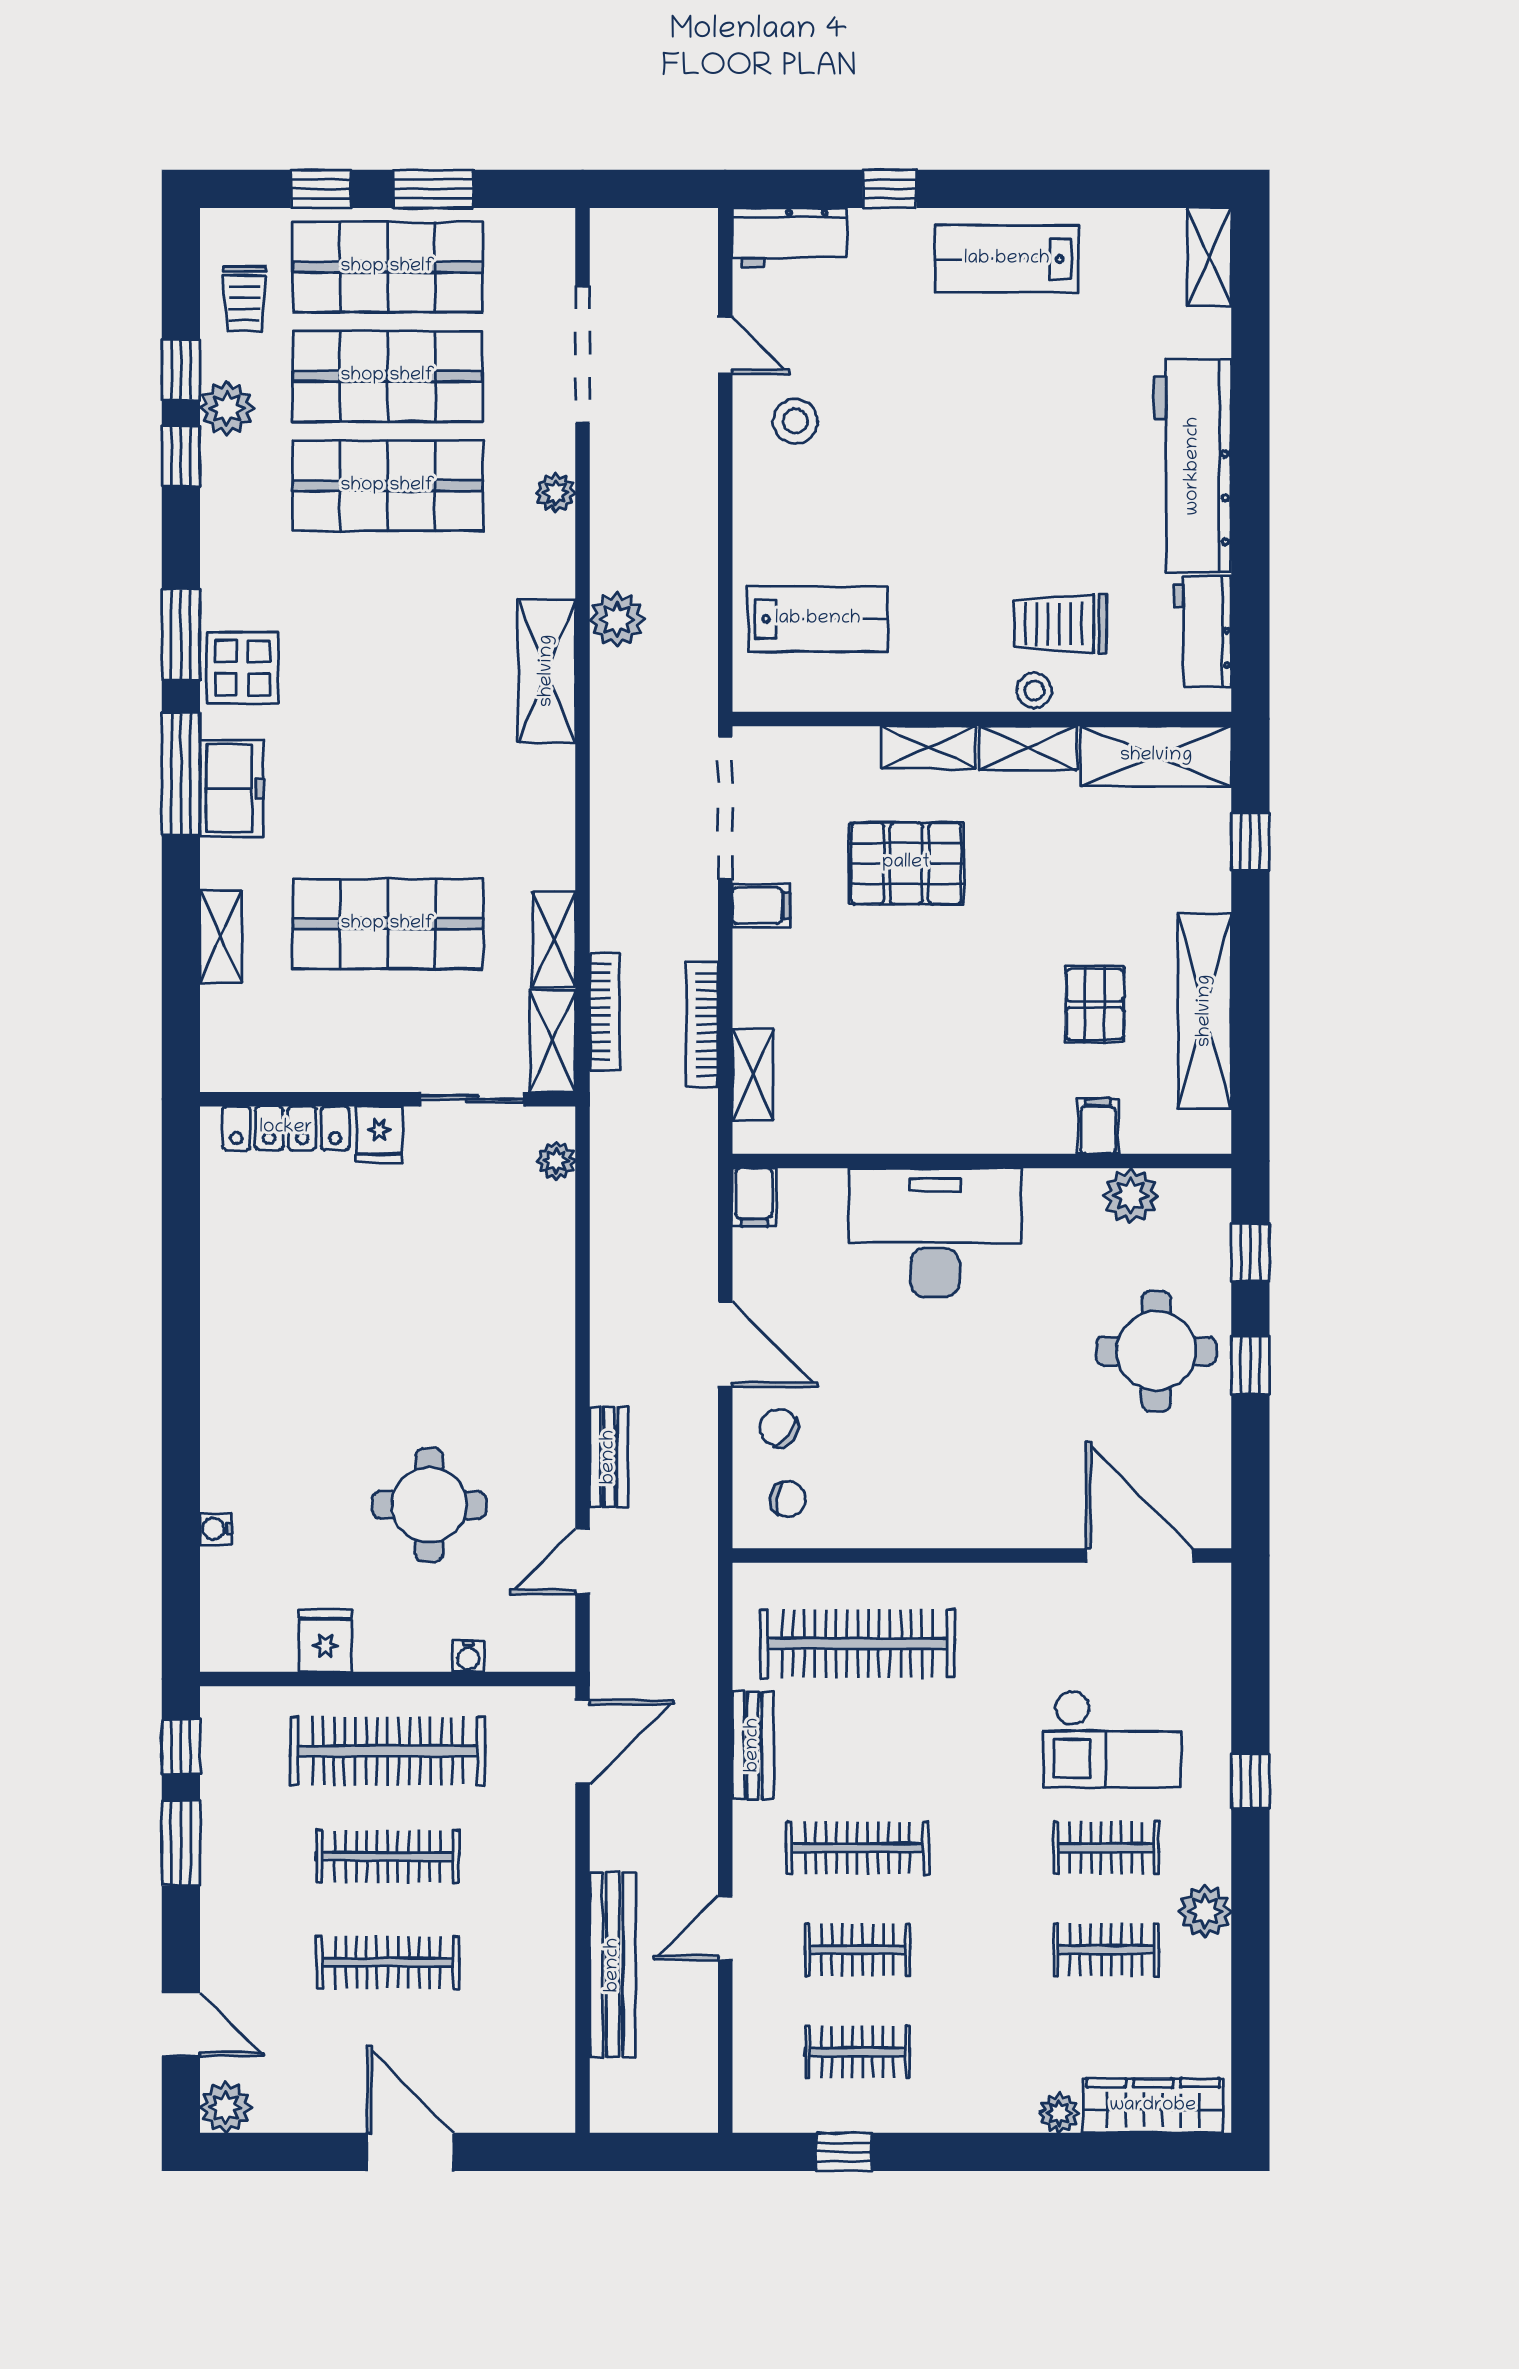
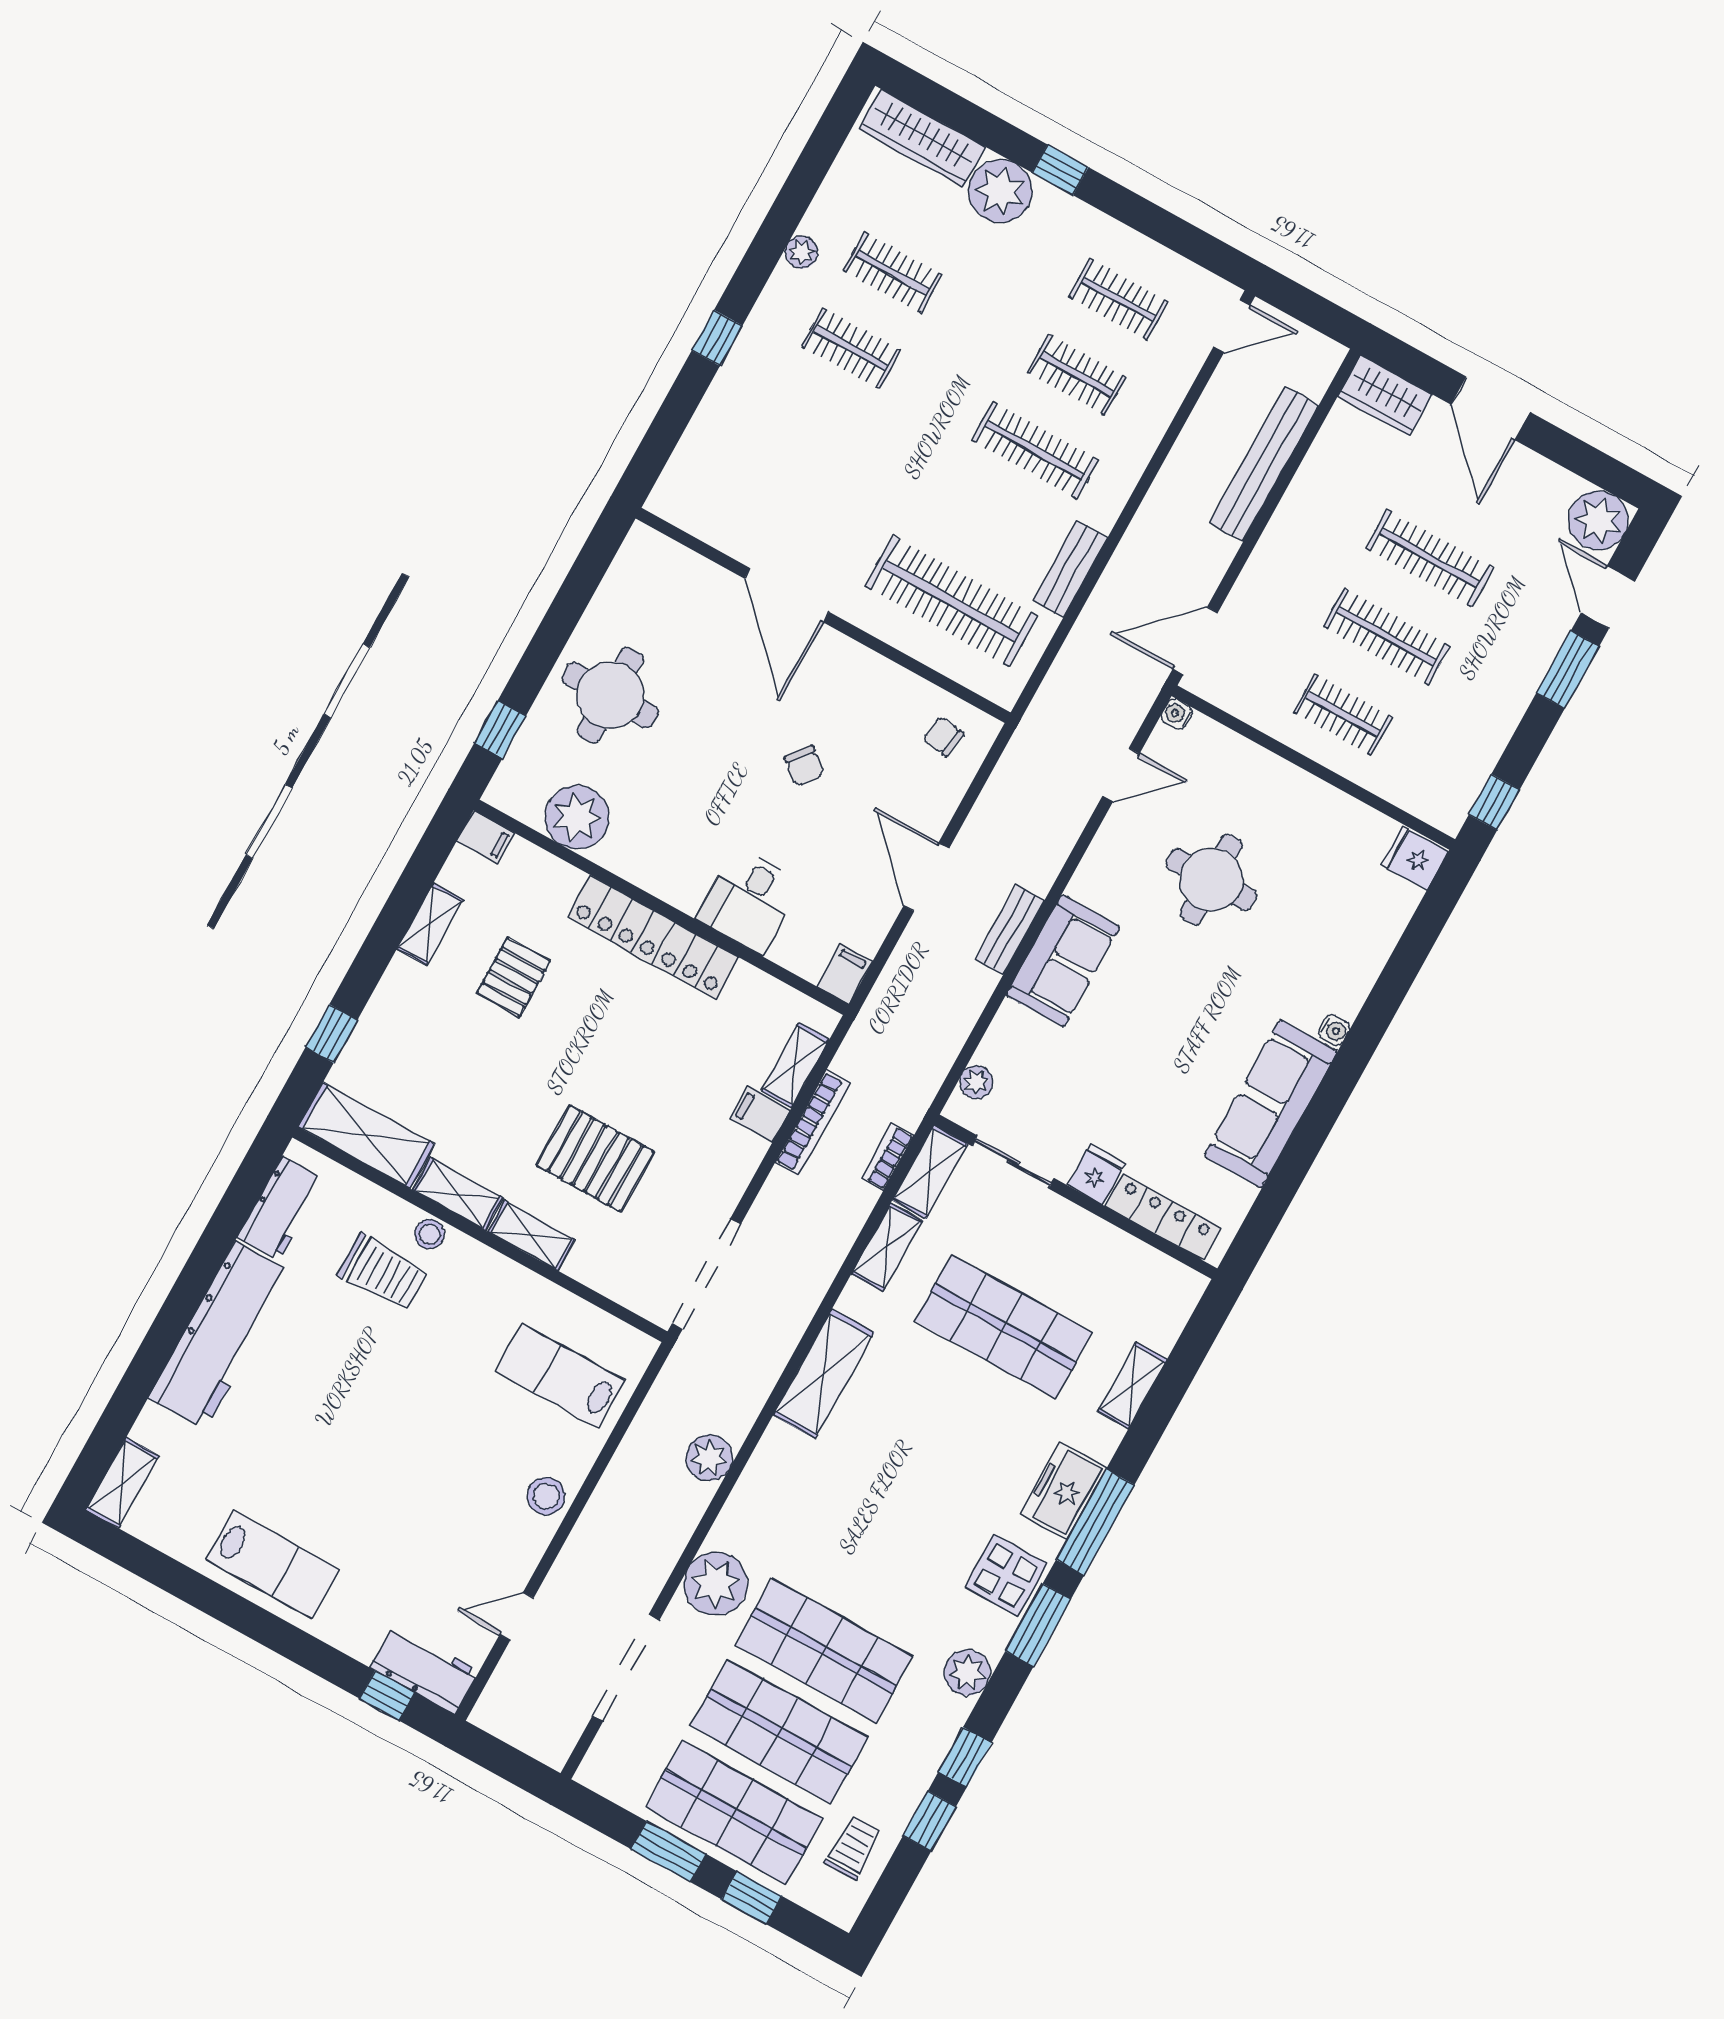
window: (890, 189) -> (387, 1696), moved
door: (725, 345) -> (517, 1616), hinge flipped
plant: (227, 408) -> (967, 1673), moved
stool: (795, 421) -> (546, 1496), moved
plant: (556, 493) -> (715, 1584), width x1.88, depth x1.88
shelving: (547, 671) -> (824, 1374), moved
filing cabinet: (761, 906) -> (760, 1114), moved
shelving: (1205, 1011) -> (430, 924), width x0.45, depth x0.75
bookcase: (605, 1012) -> (888, 1157), width x0.64
locker: (973, 1125) -> (653, 937), added
filing cabinet: (1098, 1126) -> (486, 837), moved, turned -90
plant: (1131, 1196) -> (577, 817), width x1.36, depth x1.36
desk: (935, 1233) -> (749, 901), width x0.53, depth x0.77
sofa: (239, 1307) -> (1271, 1104), added
sofa: (536, 1336) -> (1063, 961), added
window: (1250, 1365) -> (546, 646), removed
chair: (779, 1428) -> (804, 766), moved
bench: (609, 1457) -> (1010, 930), moved
water cooler: (216, 1529) -> (1334, 1030), moved
door: (1140, 1555) -> (787, 595), moved
fridge: (325, 1641) -> (1415, 858), moved, turned 90
water cooler: (468, 1656) -> (1177, 714), moved, turned -90
checkout: (1112, 1739) -> (802, 426), removed
clothes rail: (388, 1751) -> (1343, 714), width x0.54, depth x0.76
window: (181, 1843) -> (1568, 670), moved
plant: (1205, 1911) -> (801, 252), width x0.73, depth x0.73
door: (725, 1928) -> (1232, 326), moved
wardrobe: (527, 2105) -> (1385, 395), added
plant: (226, 2107) -> (1598, 520), width x1.36, depth x1.36
plant: (1059, 2113) -> (1000, 191), width x1.87, depth x1.87
window: (844, 2152) -> (1060, 170), moved

